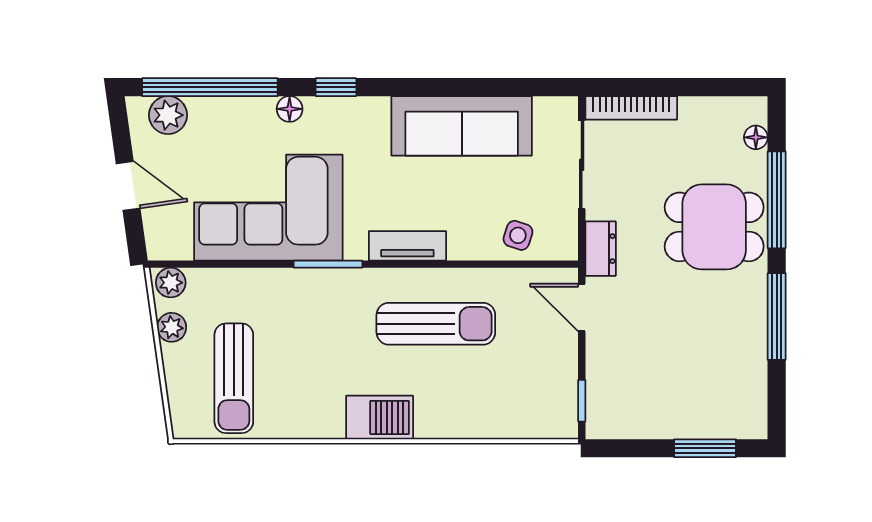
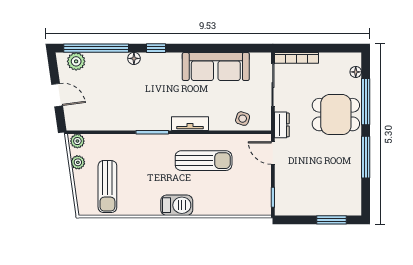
corner sofa: (268, 208) -> (124, 105), removed

